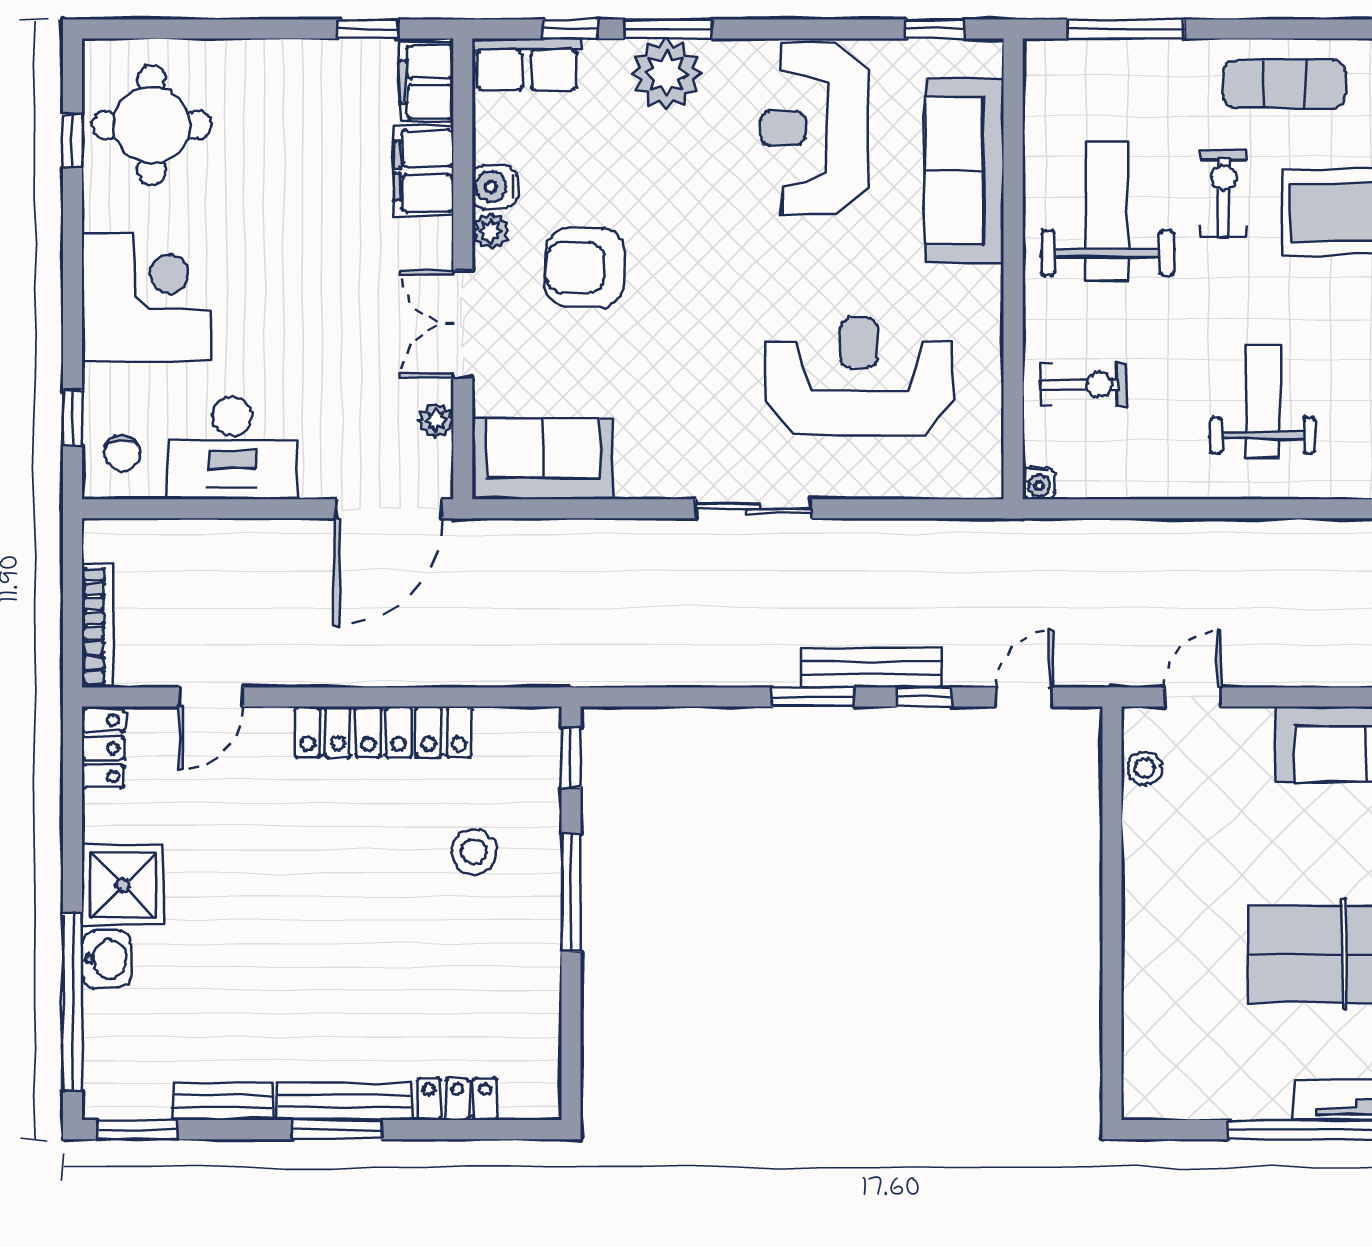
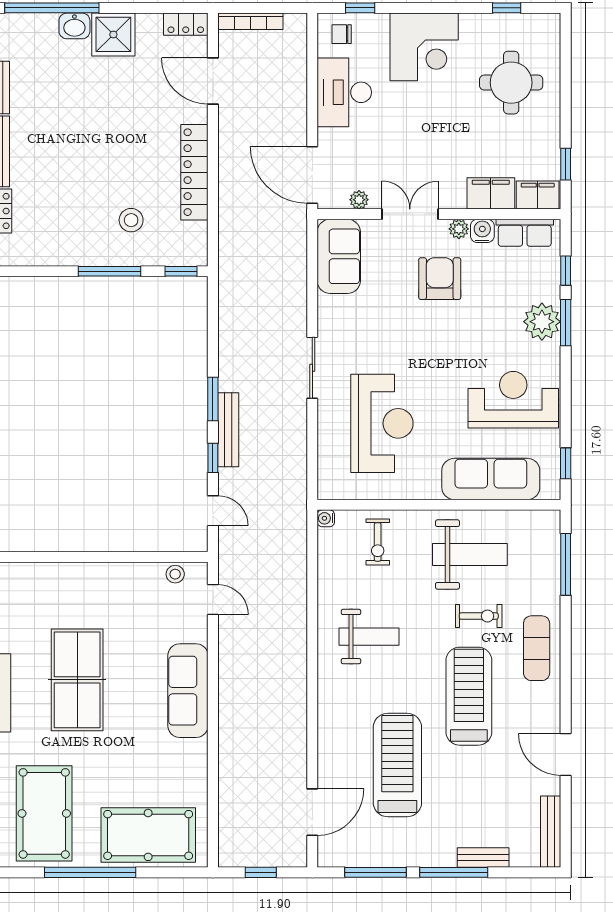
row of seats: (526, 64) -> (525, 233), moved, turned -90
round table: (152, 125) -> (511, 83), moved
door: (211, 697) -> (213, 81), width x1.38

